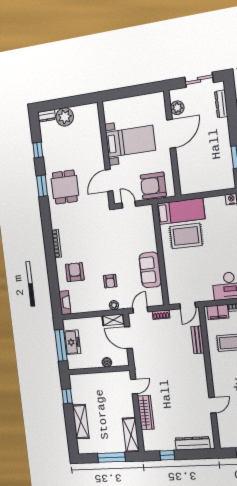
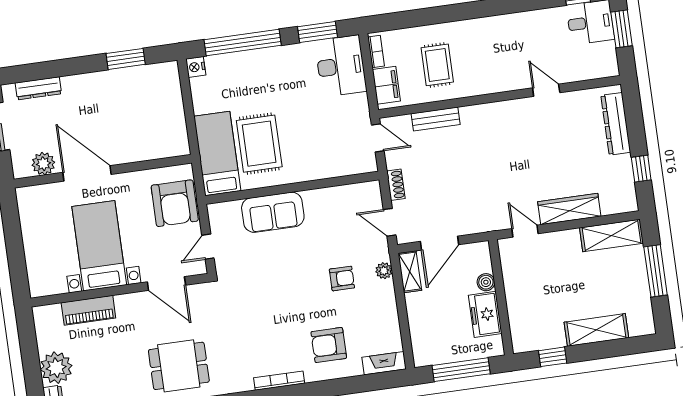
piano: (95, 135) -> (88, 310), added
sofa: (150, 270) -> (273, 212), moved
freezer: (72, 342) -> (485, 314), moved, turned -90

